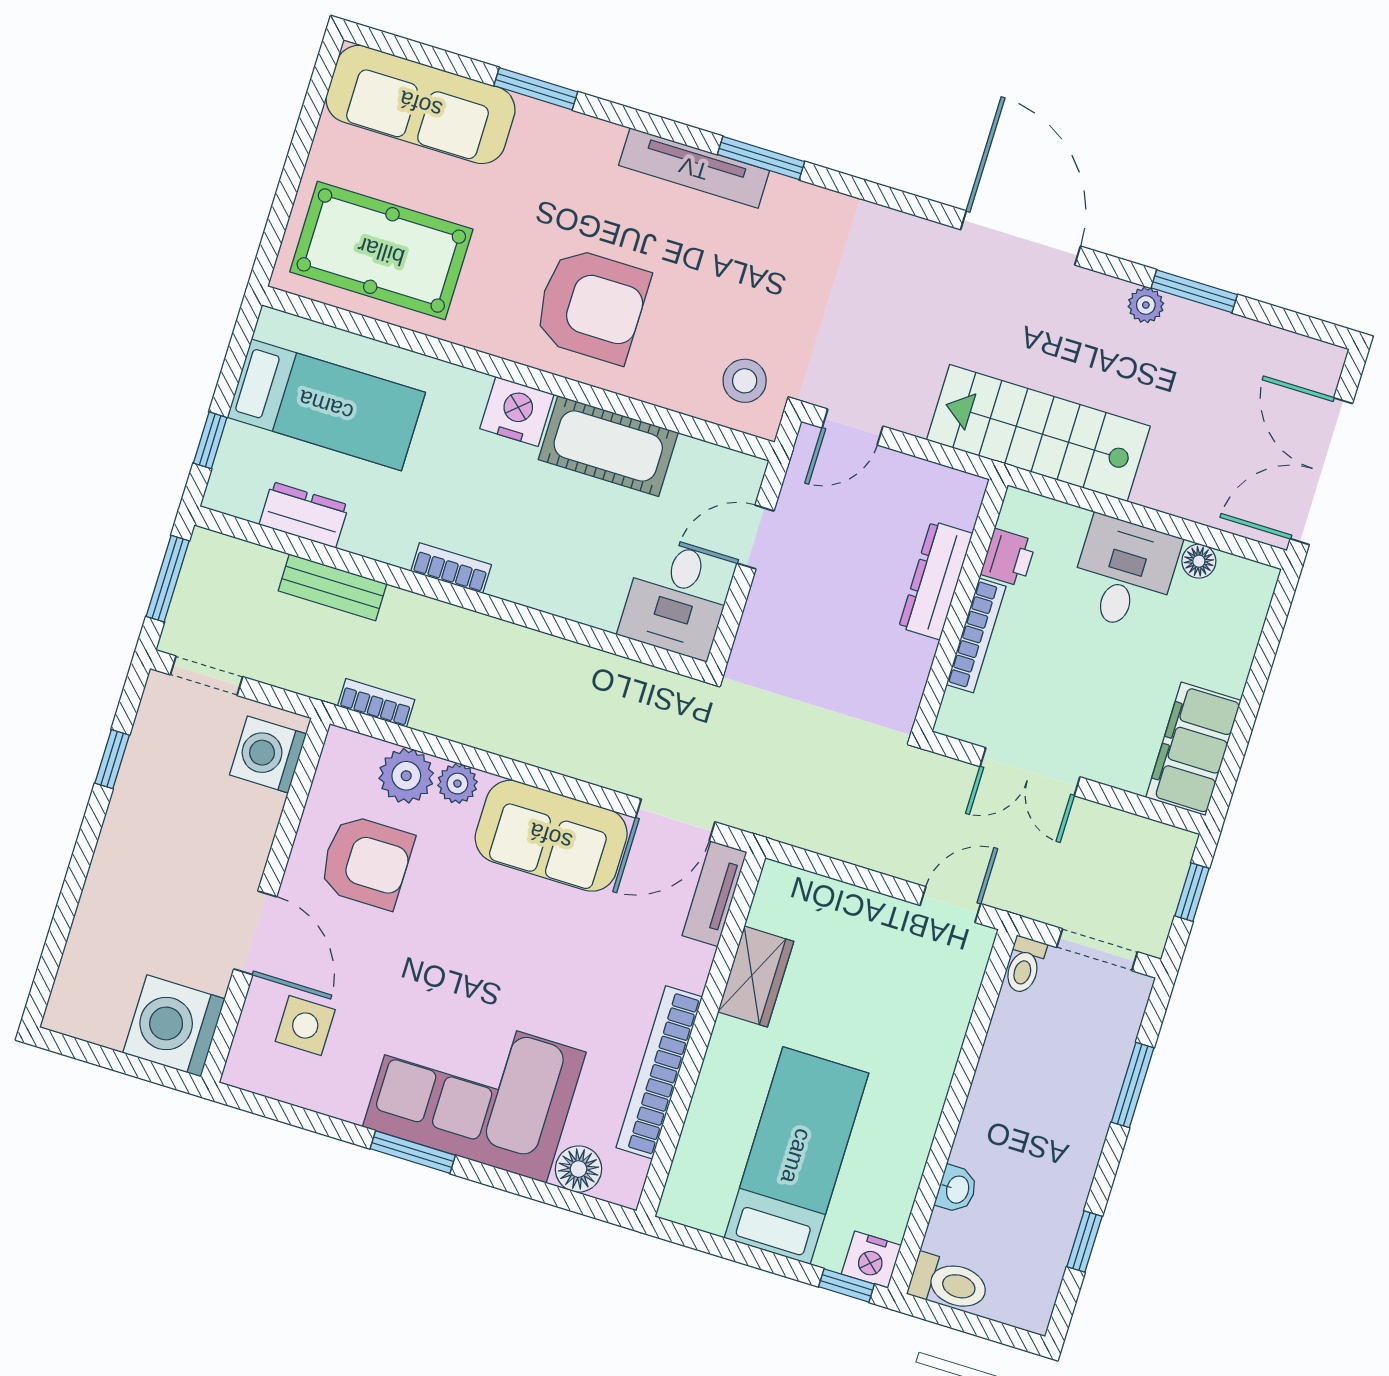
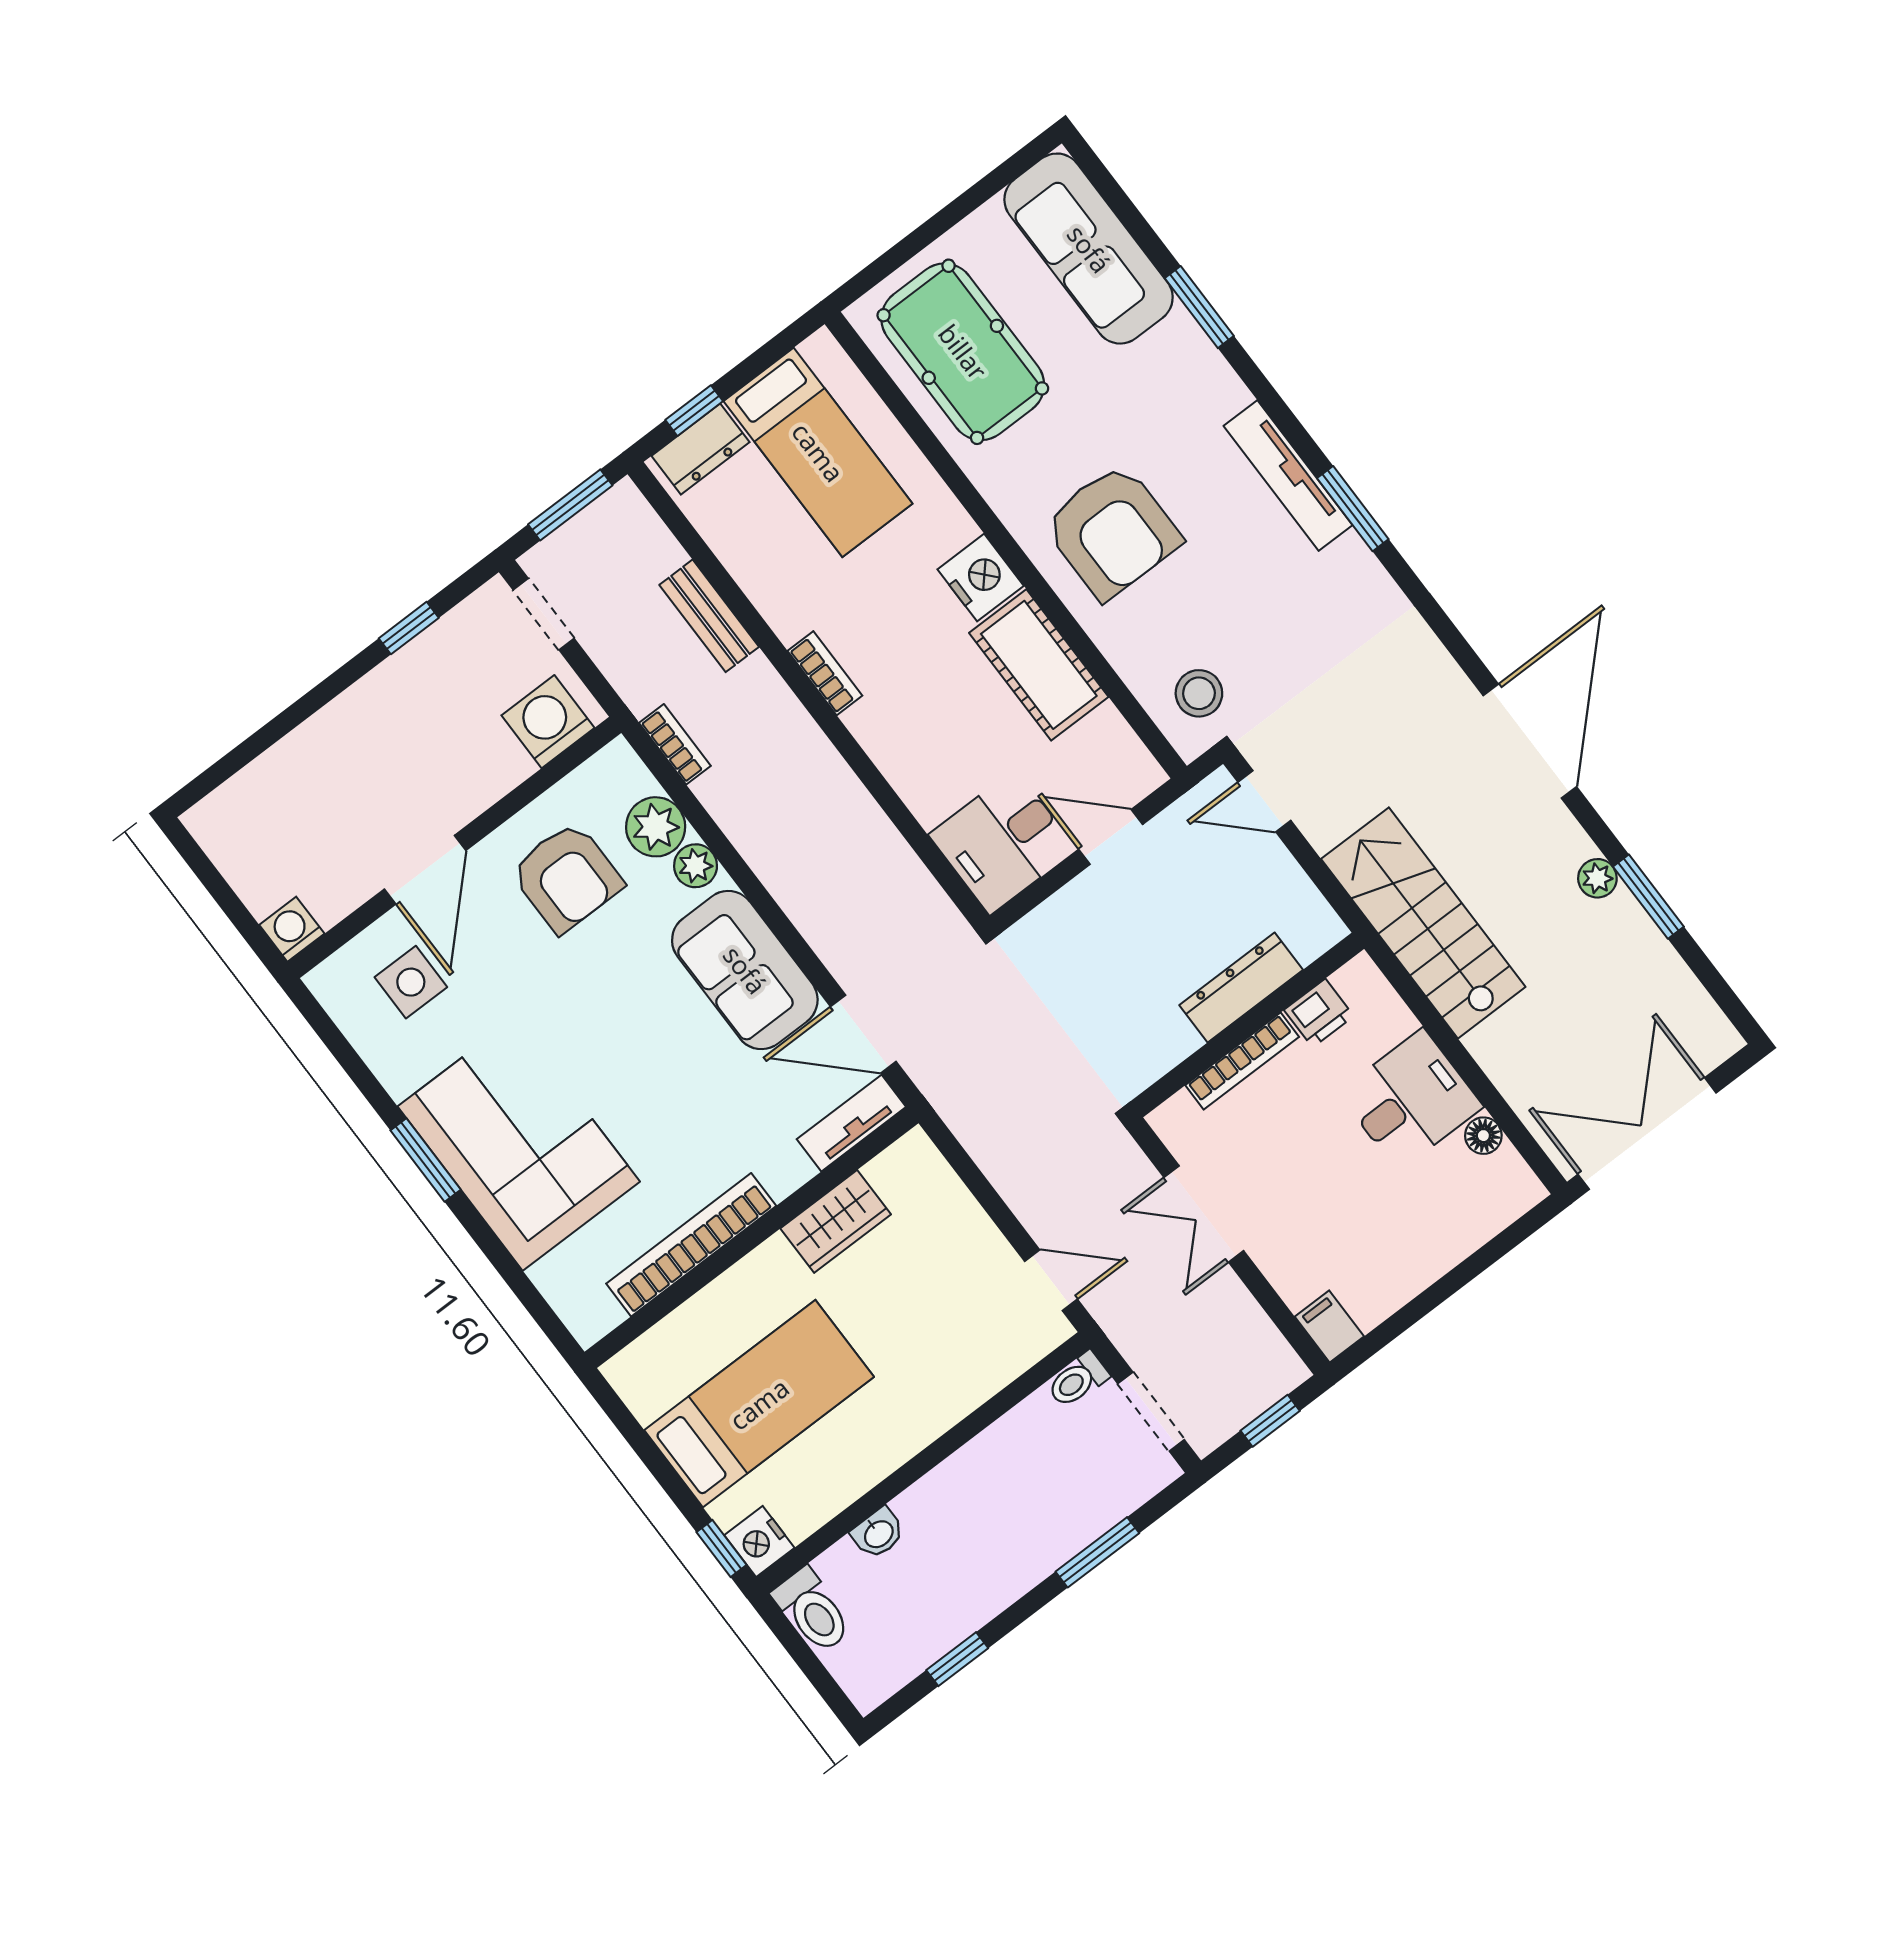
dresser: (304, 515) -> (701, 449), moved, turned 90
filing cabinet: (1193, 749) -> (1329, 1326), width x0.33, depth x0.86
washing machine: (174, 1026) -> (292, 929), width x0.53, depth x0.53
floor lamp: (579, 1169) -> (560, 1279), removed

